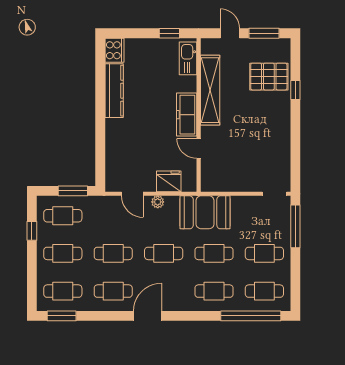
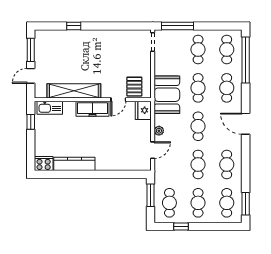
pallet: (269, 77) -> (134, 87), moved, width x0.67, depth x0.71
fridge: (169, 181) -> (143, 110), moved
door: (148, 316) -> (246, 124), moved

